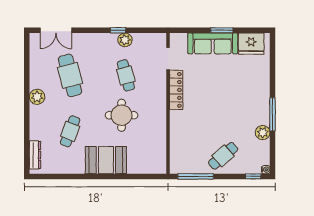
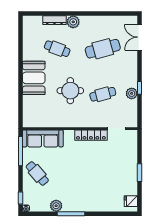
sofa: (213, 43) -> (43, 138), moved, turned -90
fridge: (251, 44) -> (131, 201), width x0.53, depth x0.75
plant: (37, 97) -> (73, 22), moved
dresser: (35, 155) -> (54, 20), moved

